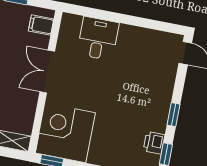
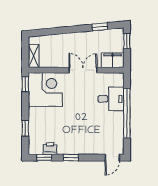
window: (124, 19) -> (127, 113), added
filing cabinet: (41, 25) -> (113, 60), width x2.00

